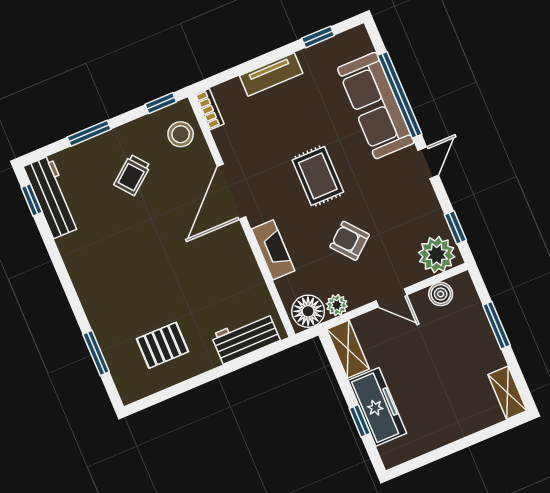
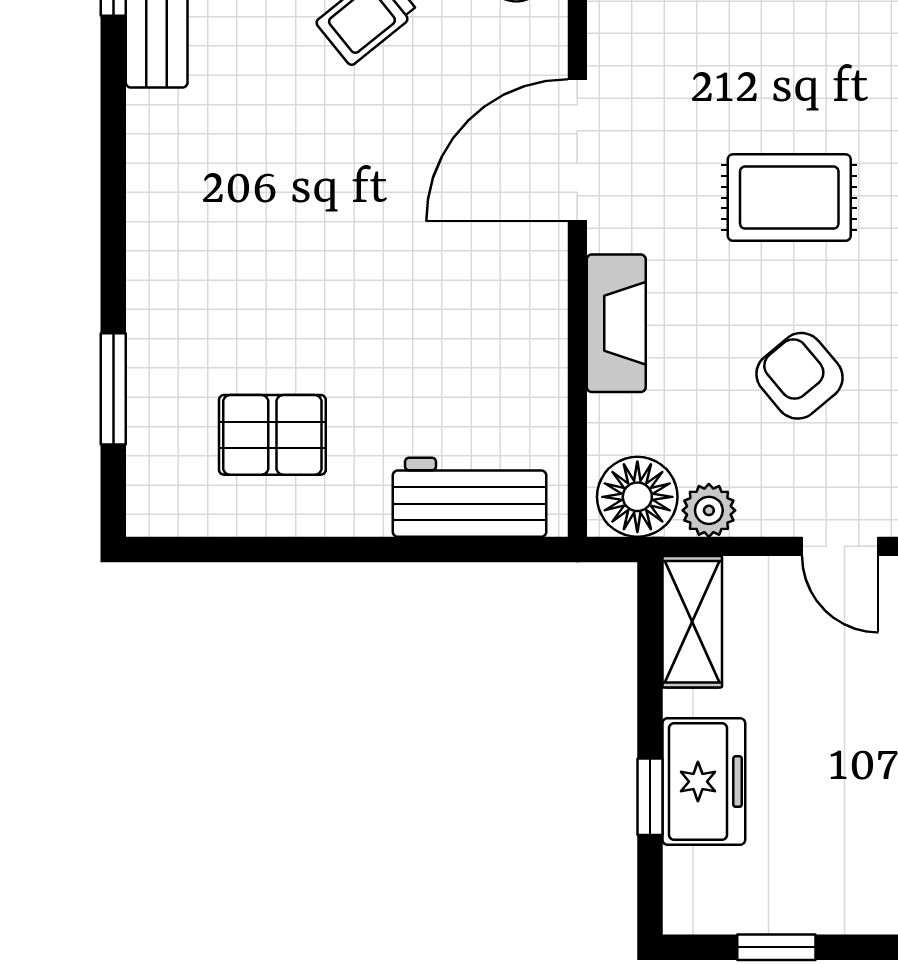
rug: (318, 176) -> (789, 198), turned 90
freezer: (377, 407) -> (704, 782), width x0.71
window: (430, 457) -> (776, 947), added

